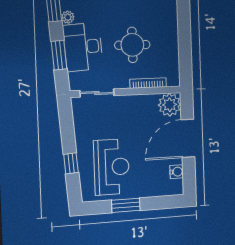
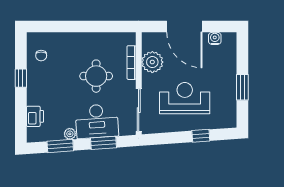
sliding door: (97, 93) -> (139, 110), width x1.37
plant: (170, 105) -> (152, 62), moved
reception desk: (112, 167) -> (185, 98), moved

